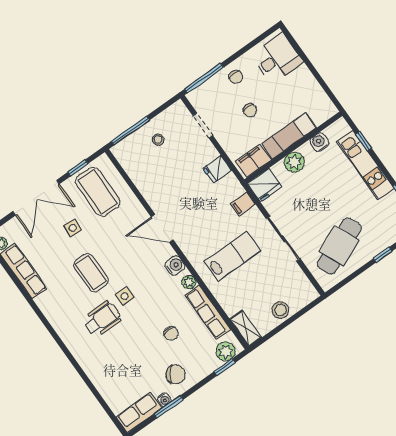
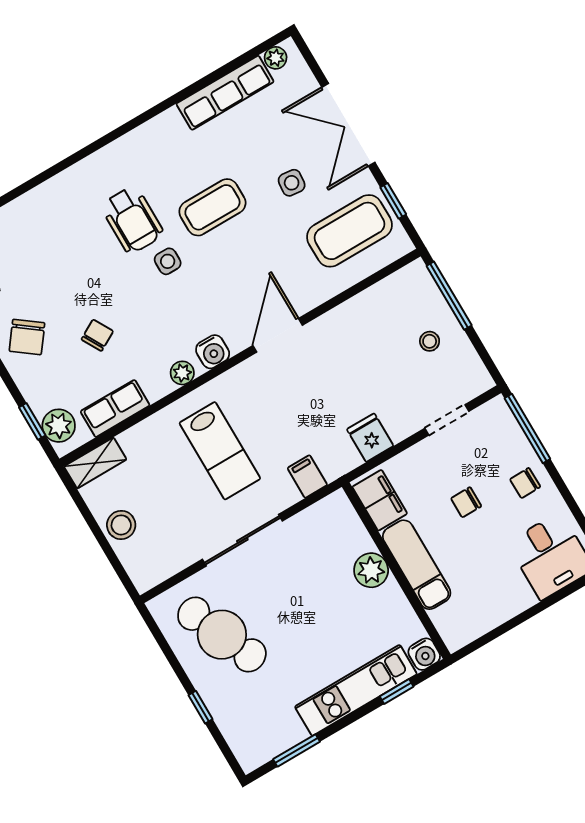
water cooler: (319, 142) -> (424, 654), moved, turned 90
fridge: (265, 185) -> (336, 516), removed
row of seats: (208, 312) -> (115, 408), width x0.68
chair: (171, 333) -> (97, 335), turned 151

